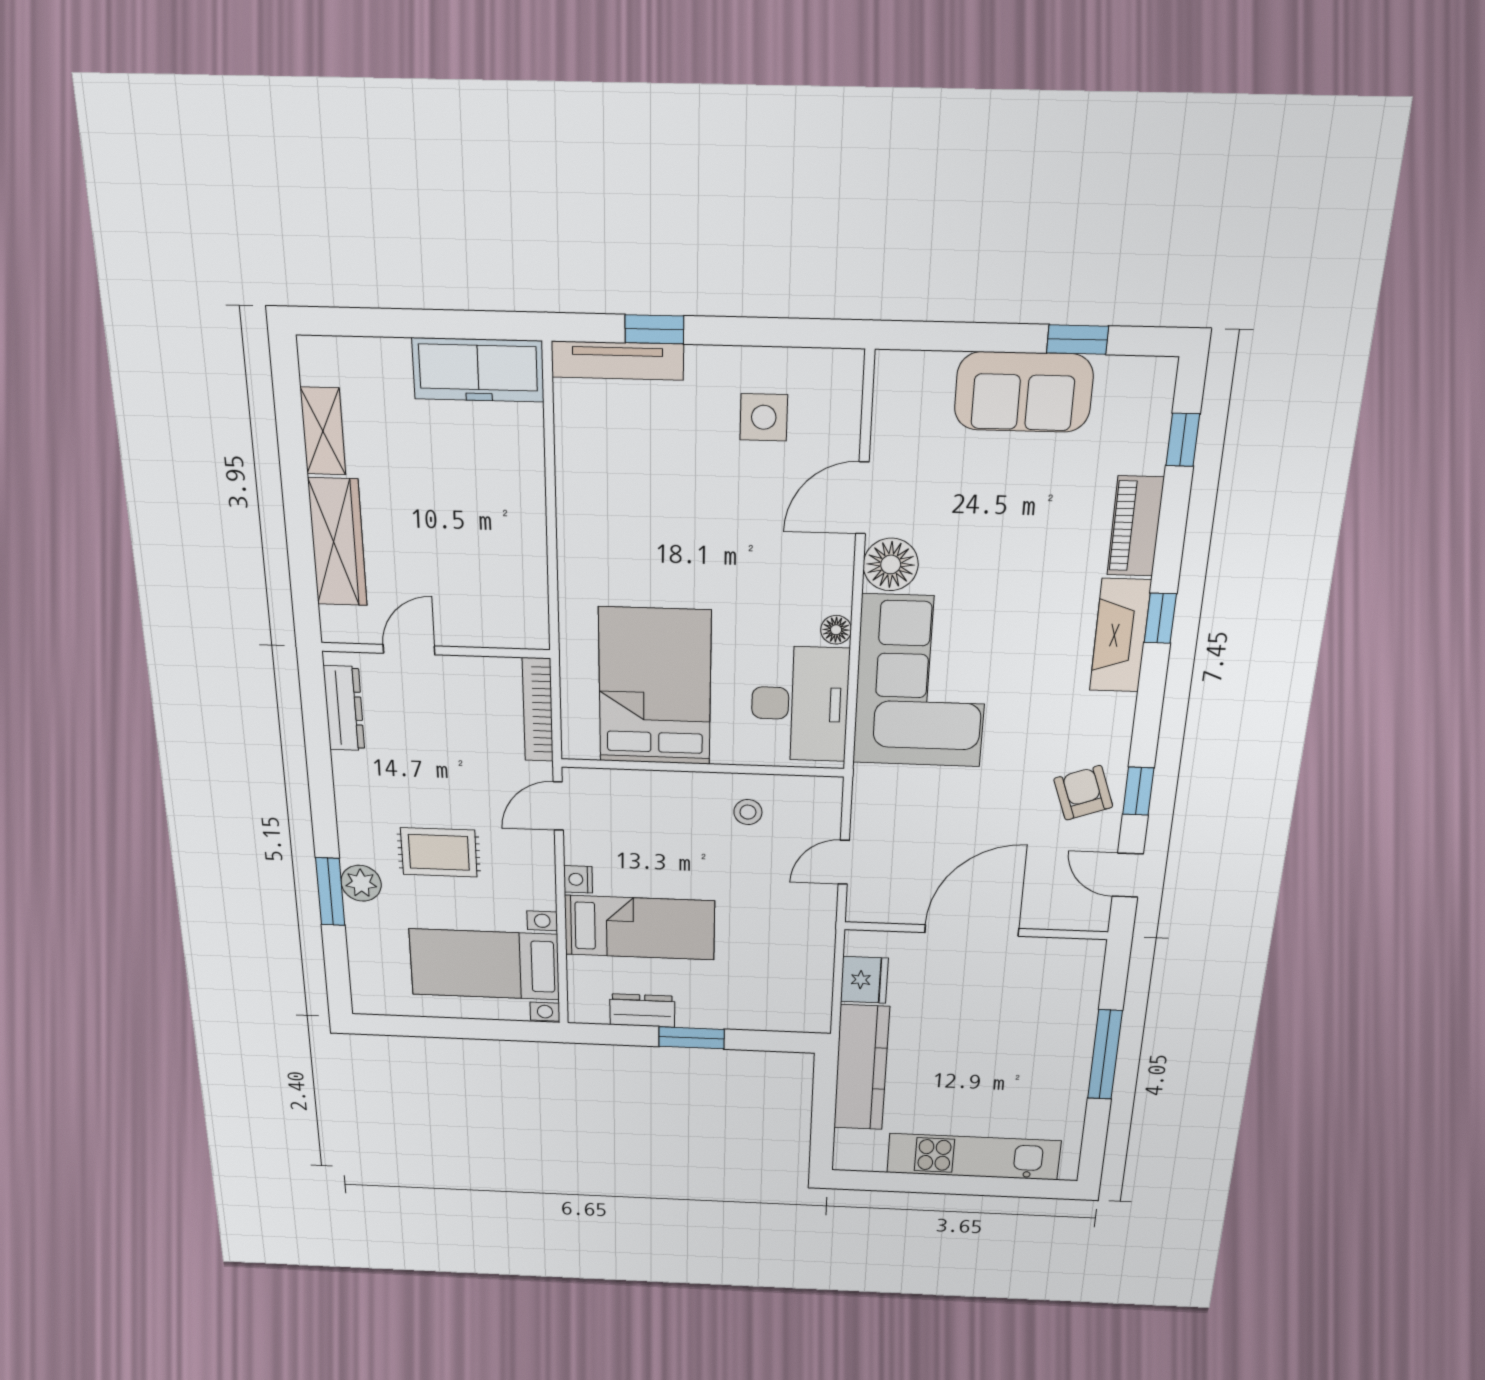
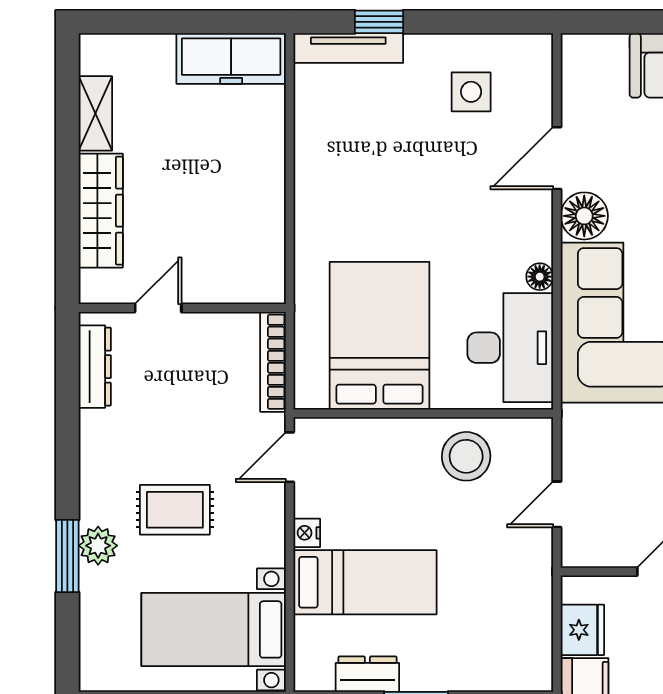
stool: (748, 812) -> (466, 456), width x1.89, depth x1.89

